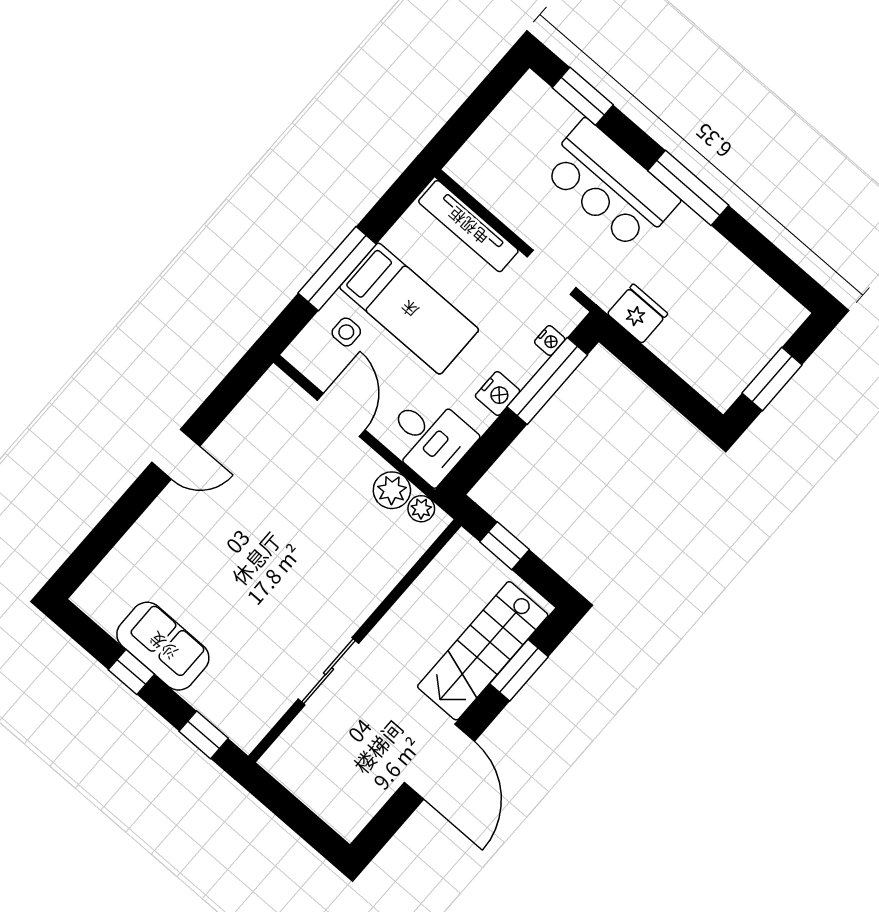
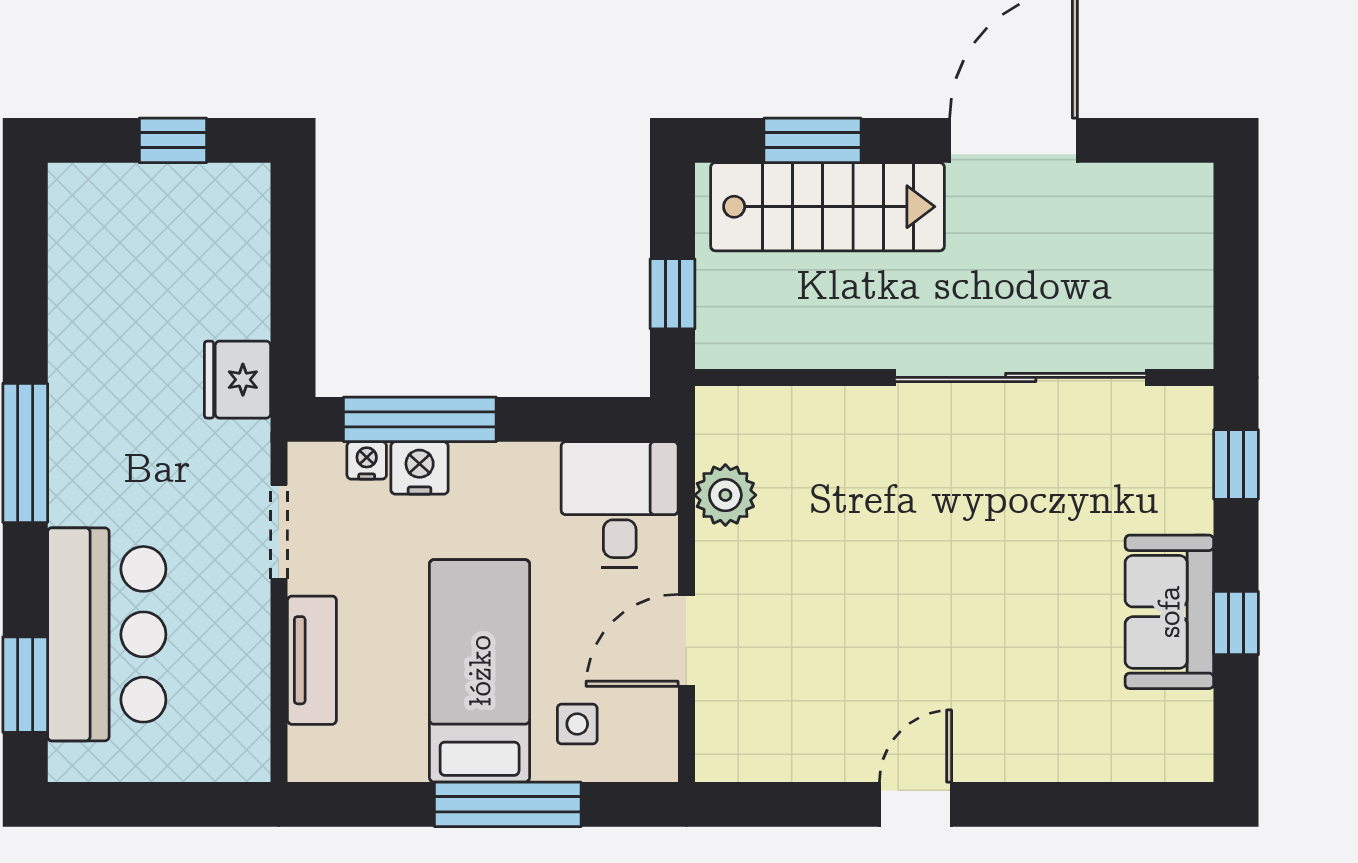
bar counter: (610, 185) -> (107, 634), moved
tv unit: (468, 226) -> (312, 660), width x0.71
window: (772, 379) -> (173, 140), width x0.67
nightstand: (498, 394) -> (420, 468), moved
door: (176, 454) -> (915, 804), hinge flipped
plant: (421, 509) -> (717, 438), removed
sliding door: (328, 671) -> (1021, 377), width x1.86

